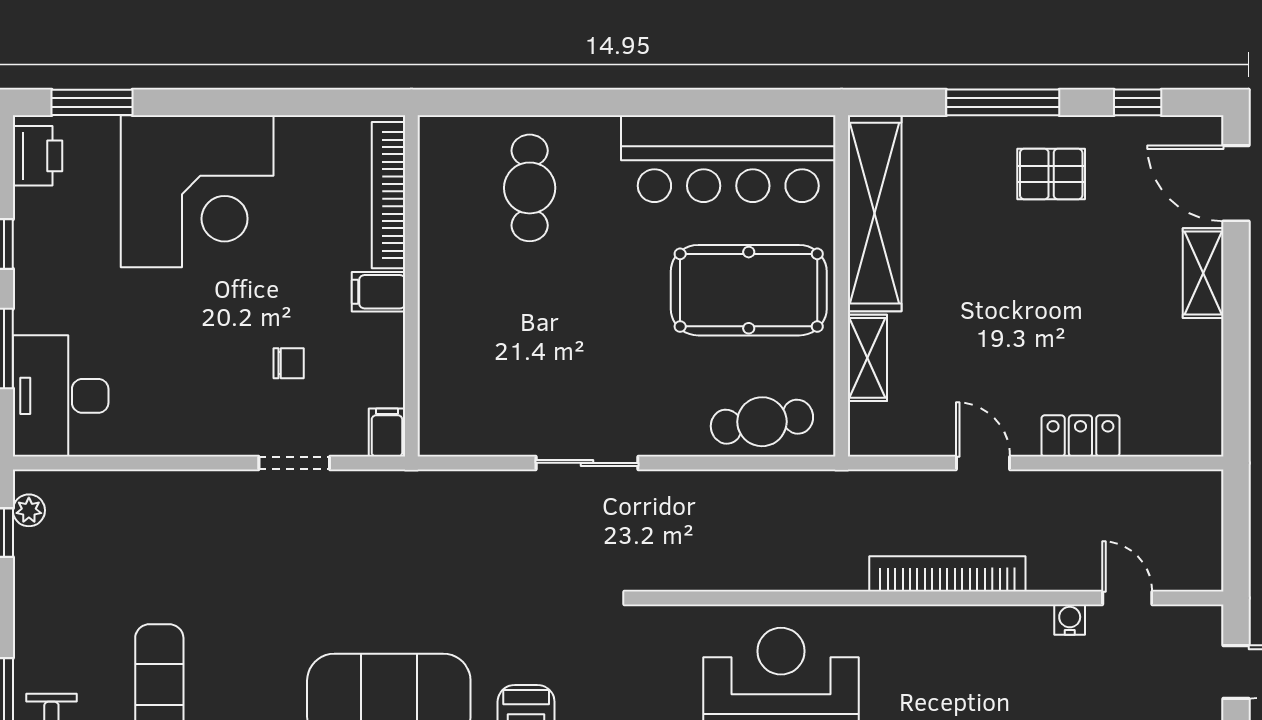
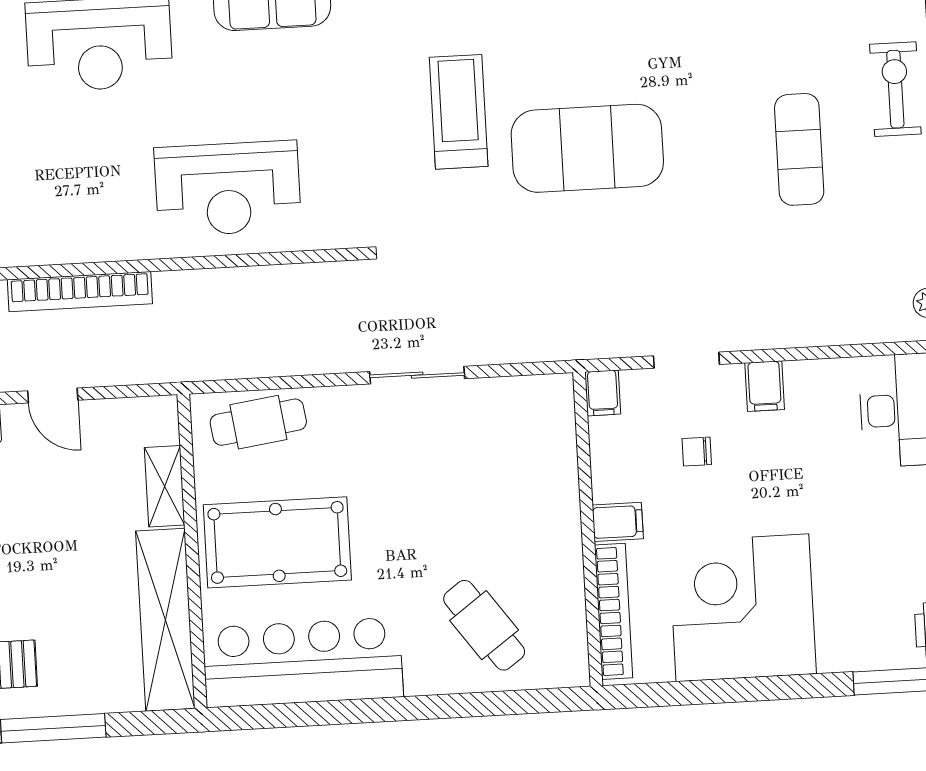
cafe table: (530, 188) -> (484, 625), turned -36
corner desk: (197, 191) -> (742, 608), moved
filing cabinet: (211, 430) -> (765, 386), added

